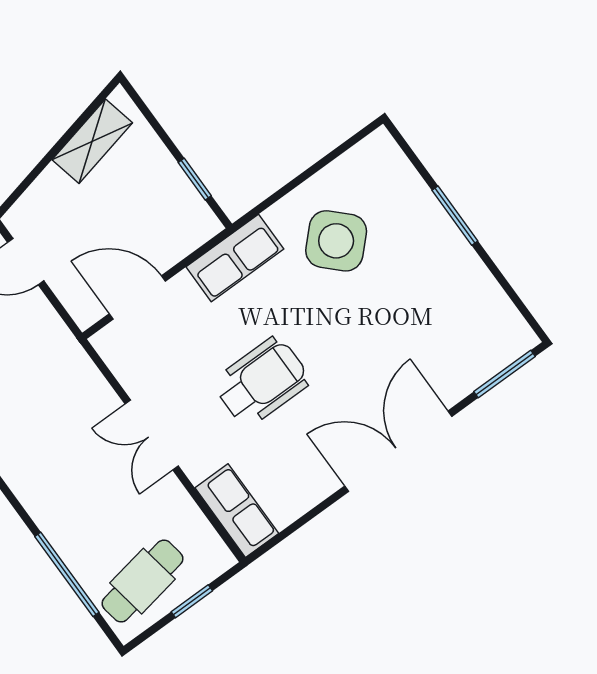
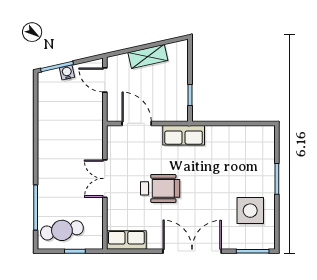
shelving: (92, 141) -> (148, 56), moved
side table: (336, 241) -> (250, 211), moved, turned 45
row of seats: (237, 511) -> (126, 240), moved, turned -90

